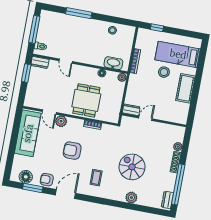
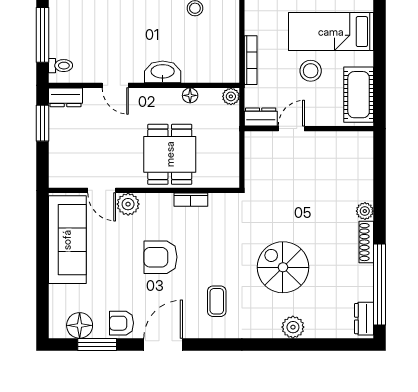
washbasin: (113, 63) -> (163, 72), moved
dresser: (131, 110) -> (261, 117), moved
door: (145, 118) -> (291, 129), moved
wall: (154, 120) -> (309, 129), moved

